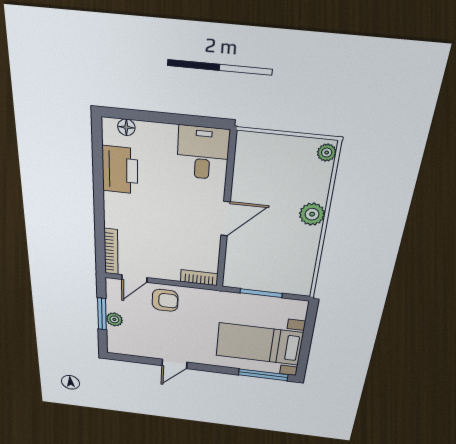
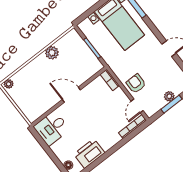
plant: (312, 214) -> (52, 53), moved
door: (134, 279) -> (137, 106), swing flipped

